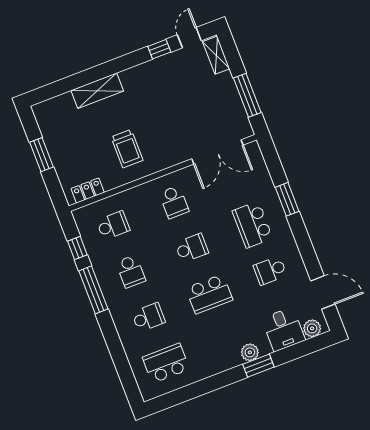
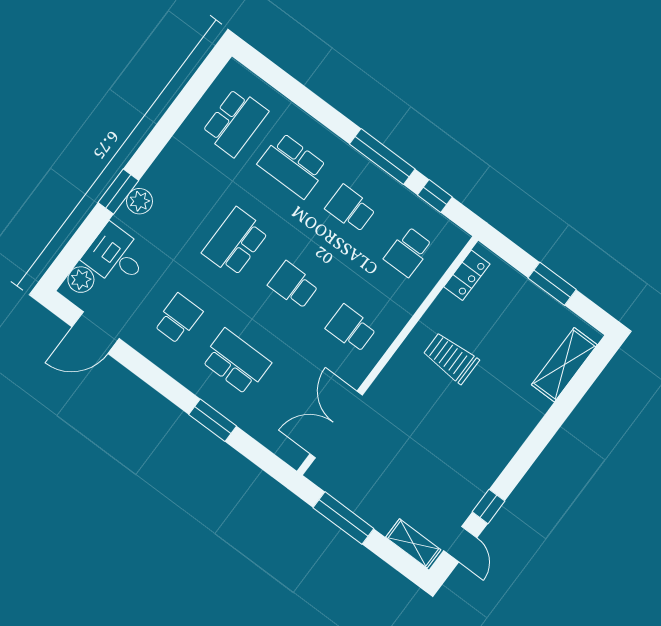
shelving: (97, 91) -> (564, 365), moved
school desk: (192, 248) -> (293, 285), turned 90
school desk: (148, 317) -> (293, 165), width x1.85

